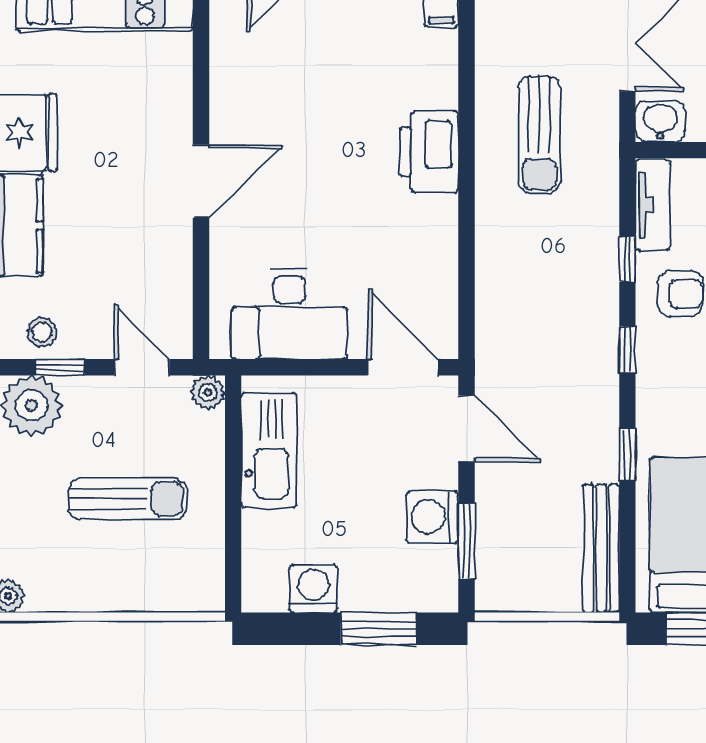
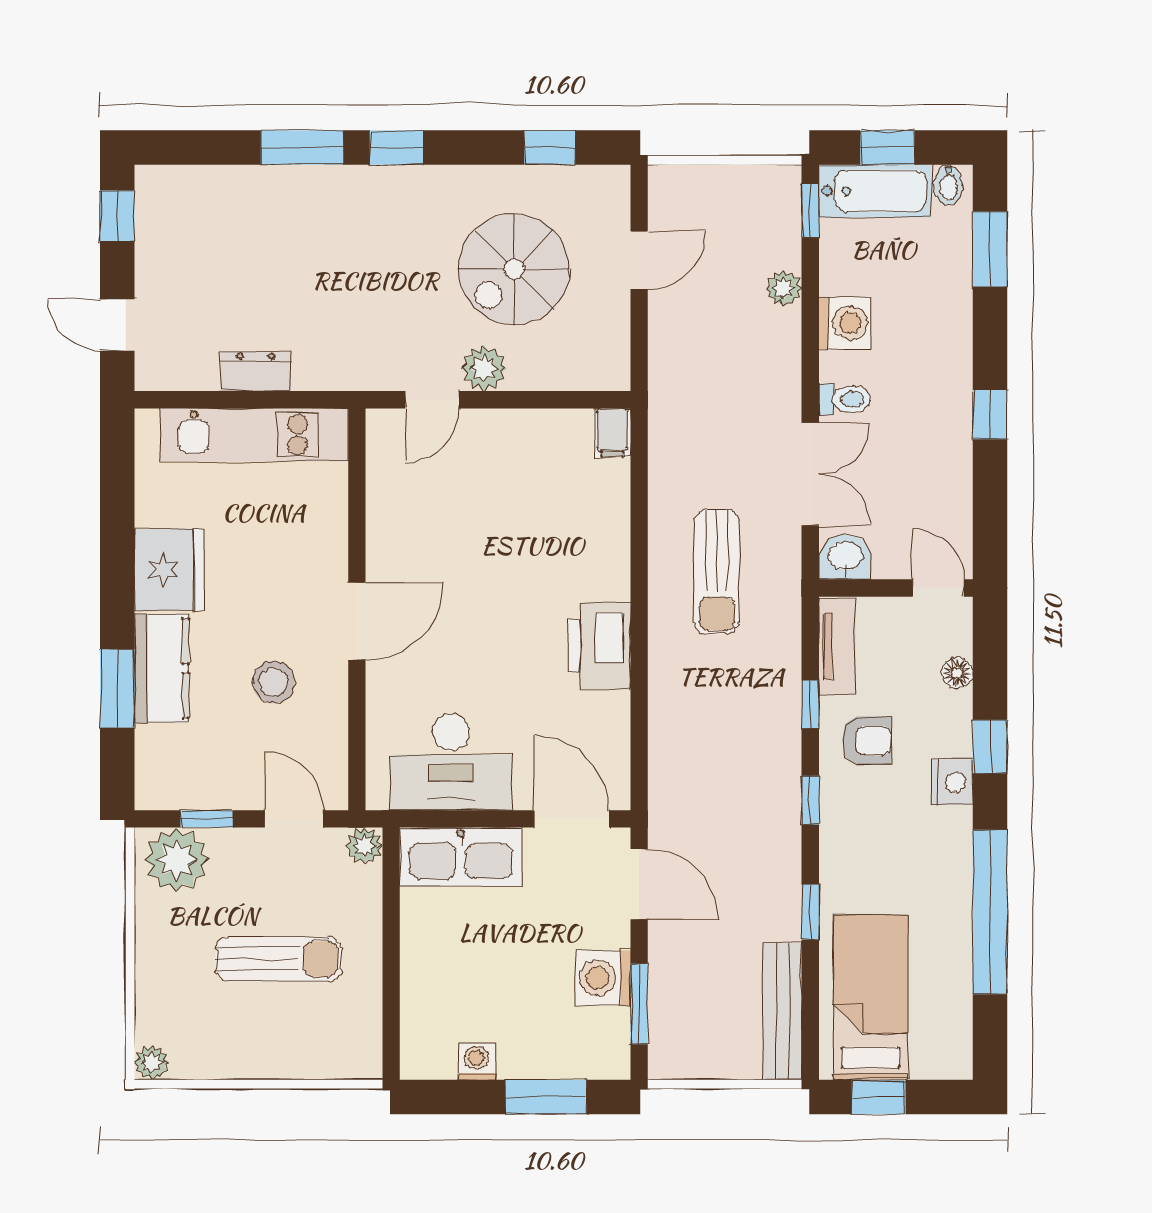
printer: (429, 152) -> (599, 646), moved
stool: (42, 332) -> (274, 682), moved, width x1.37, depth x1.37
kitchen sink: (269, 450) -> (461, 857), moved, turned 90
washing machine: (313, 589) -> (476, 1061), width x0.73, depth x0.73

